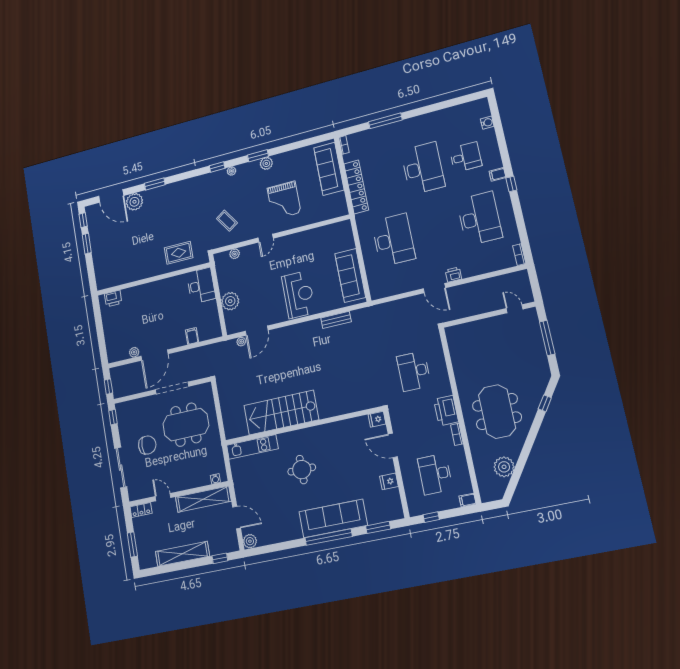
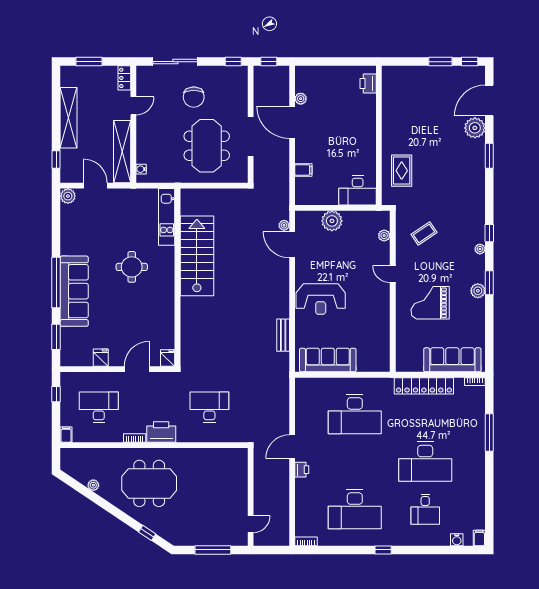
filing cabinet: (497, 174) -> (479, 538), moved
plant: (504, 467) -> (93, 485), width x0.53, depth x0.53
door: (237, 518) -> (95, 186), swing flipped

